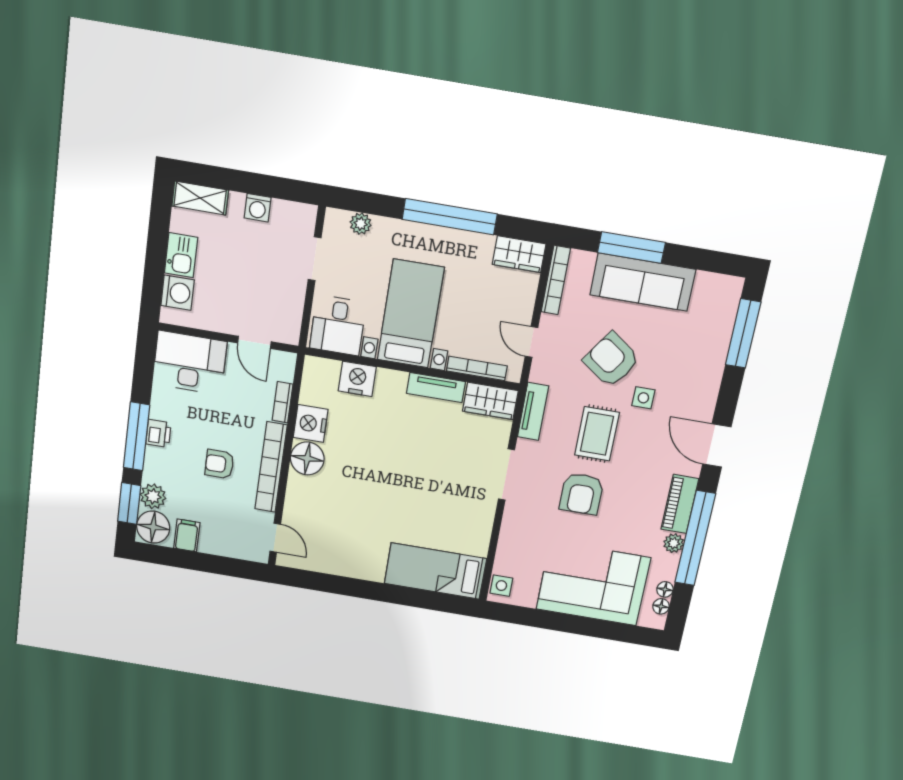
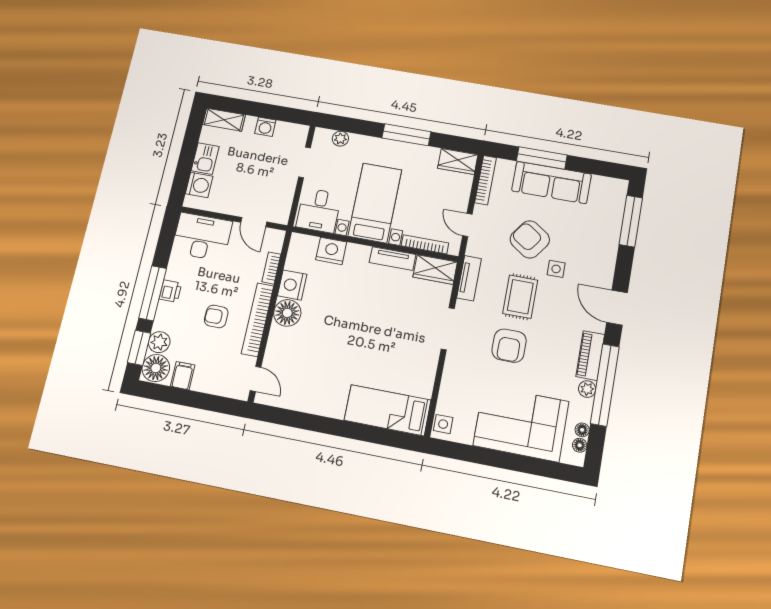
window: (450, 217) -> (406, 135), width x0.68

